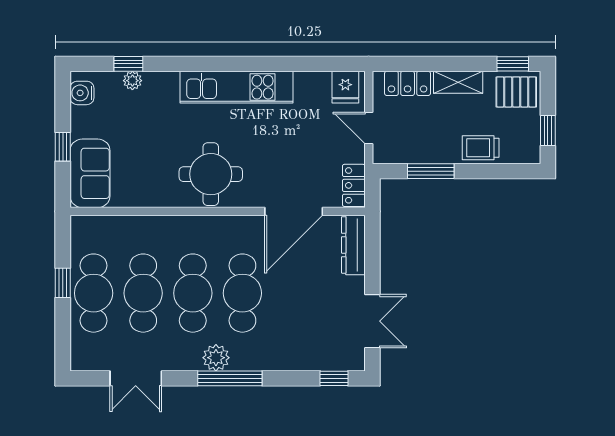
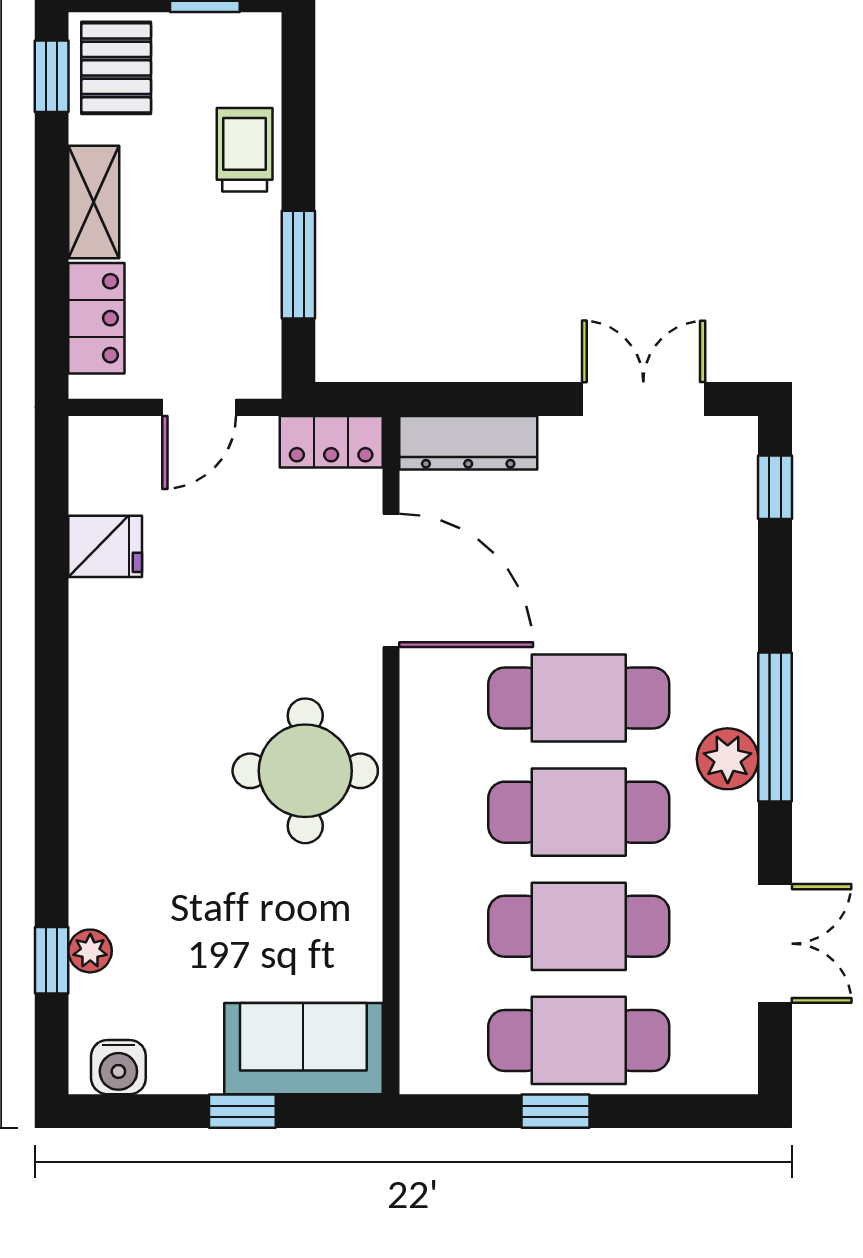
kitchen unit: (237, 87) -> (105, 711), removed
fridge: (345, 87) -> (105, 546), moved
trolley: (481, 148) -> (245, 150), turned 180

